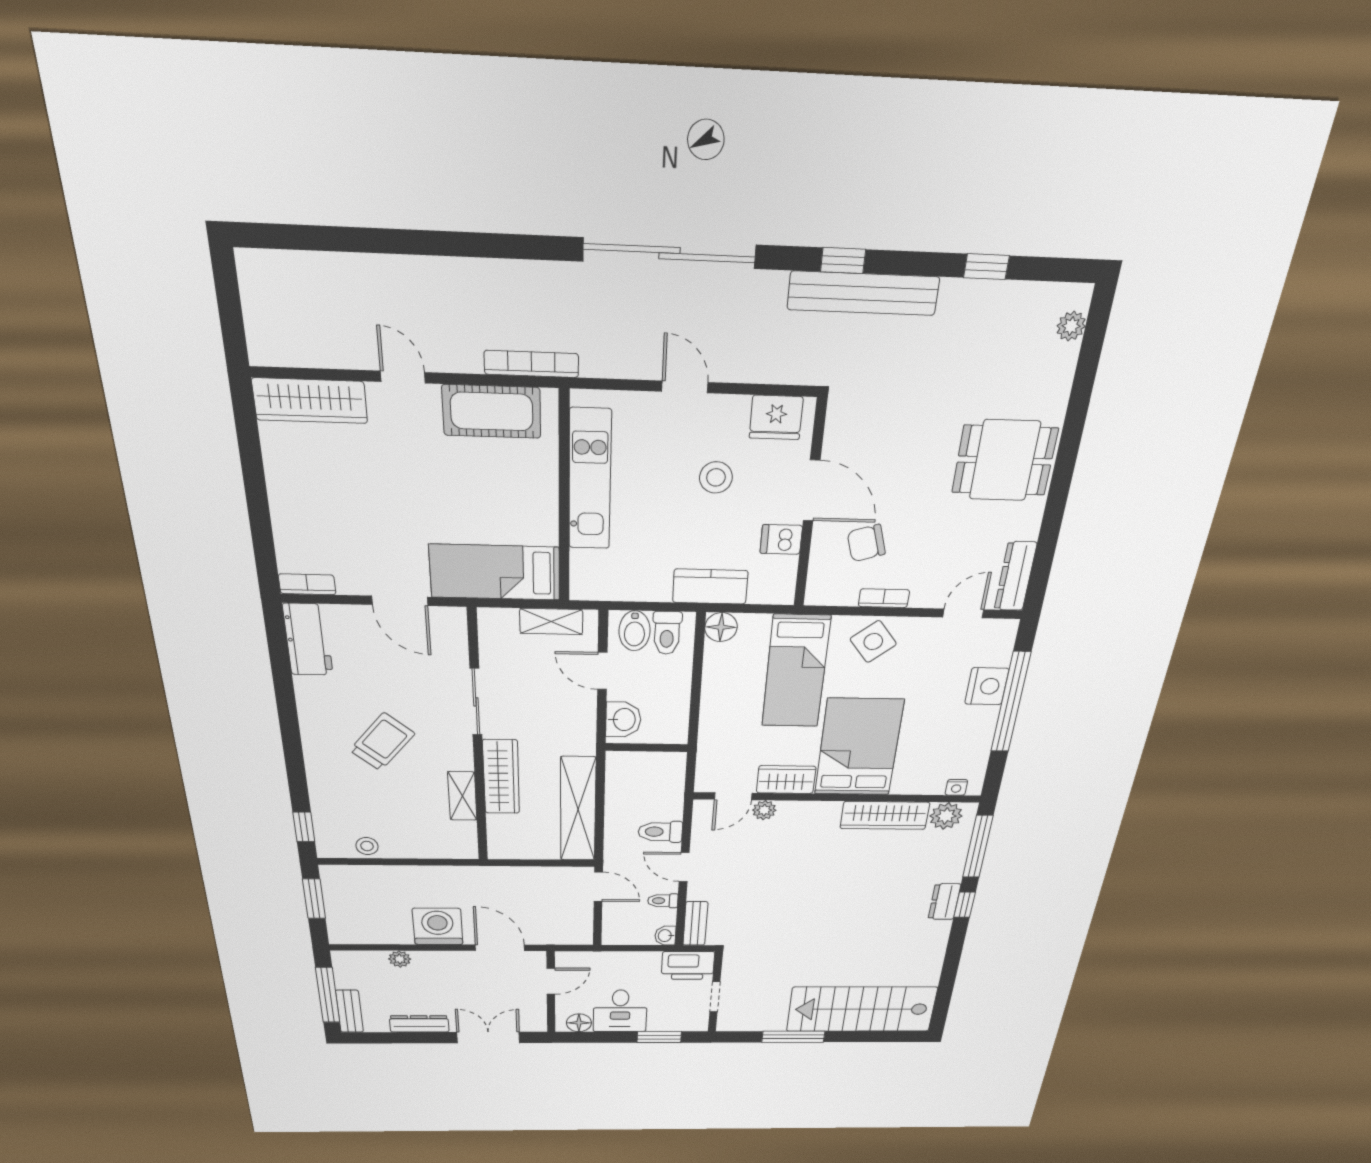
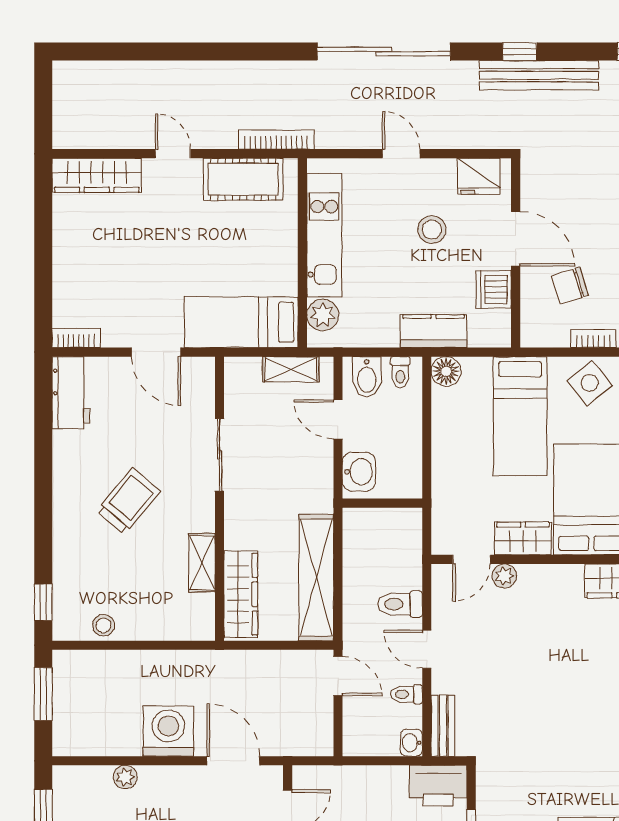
dishwasher: (781, 539) -> (494, 289), width x1.38
plant: (587, 567) -> (323, 315), added
toilet: (667, 633) -> (400, 372), width x0.73, depth x0.72
wardrobe: (501, 777) -> (241, 594), moved

